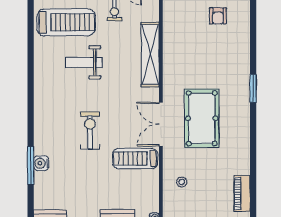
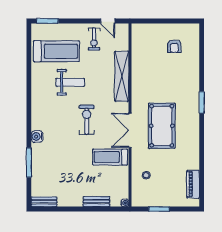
weight bench: (84, 62) -> (70, 82), turned 180
exercise bike: (90, 131) -> (87, 120), moved
water cooler: (41, 163) -> (37, 137), moved

